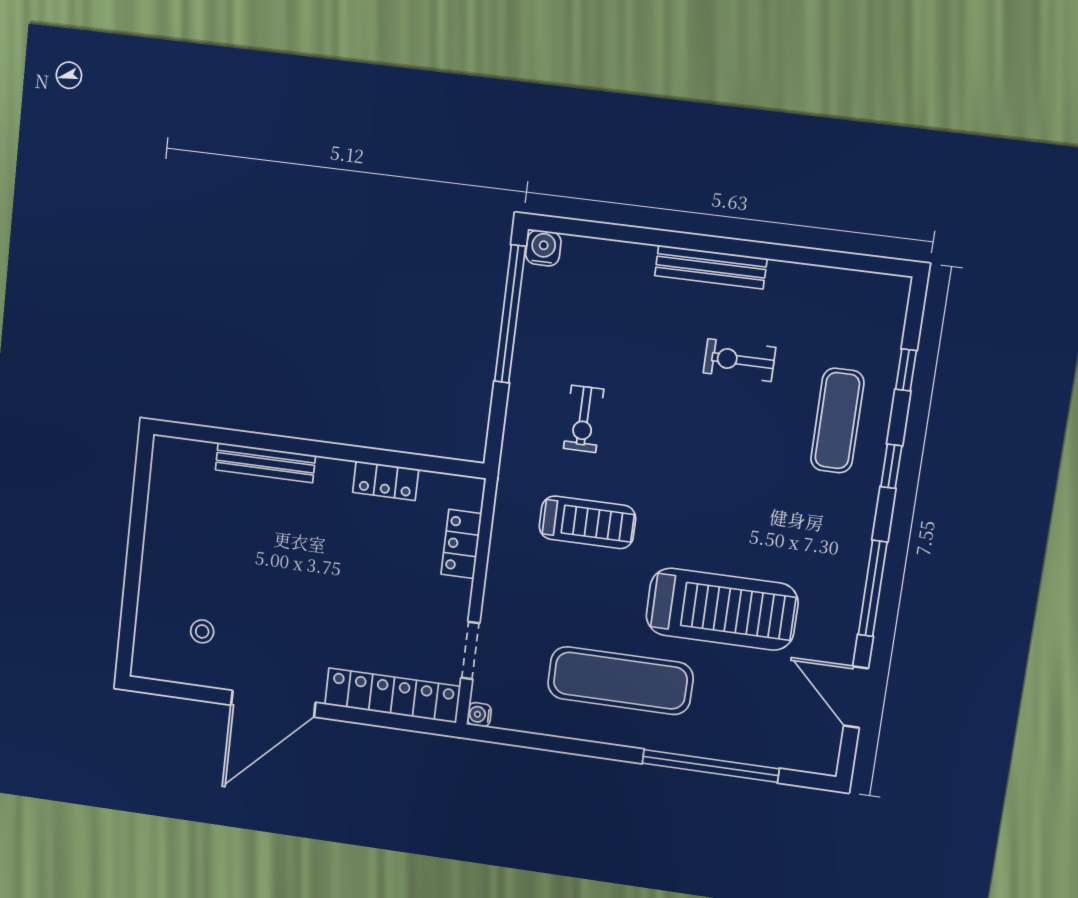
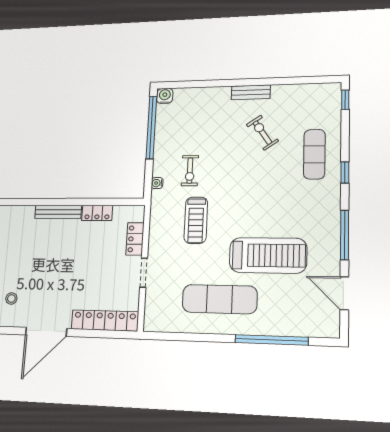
bench: (711, 267) -> (251, 92), width x0.73
exercise bike: (739, 360) -> (262, 133), turned 56
window: (906, 370) -> (345, 100), moved
bench: (265, 463) -> (58, 212), moved
treadmill: (587, 522) -> (196, 220), turned 90
doorway: (470, 650) -> (144, 273), moved
water cooler: (479, 715) -> (157, 183), moved

